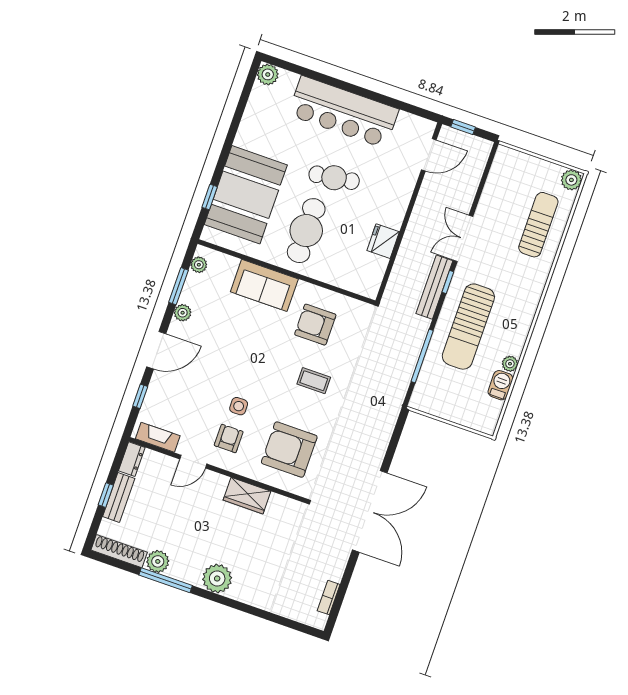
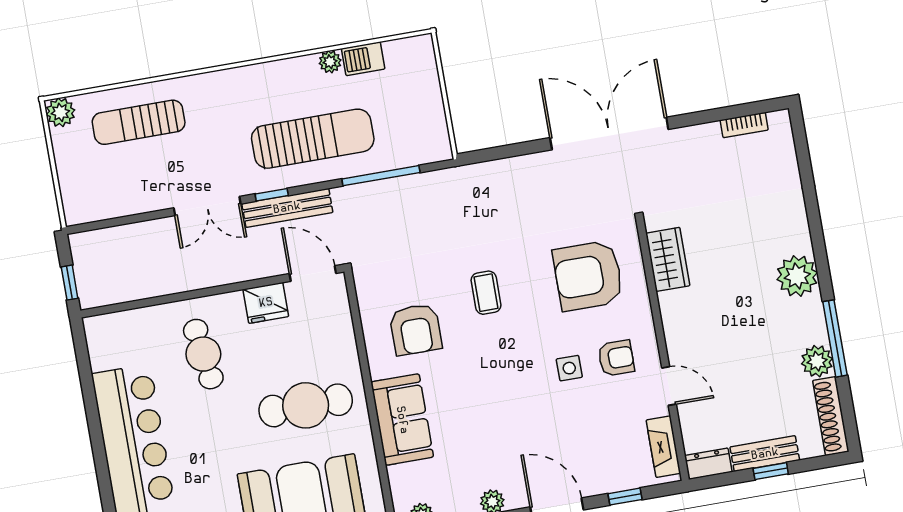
door: (429, 155) -> (313, 274), moved
cafe table: (334, 178) -> (203, 354), moved
armchair: (229, 439) -> (616, 358), turned 180
armchair: (289, 450) -> (588, 276), turned 90
wardrobe: (247, 496) -> (668, 259), moved

